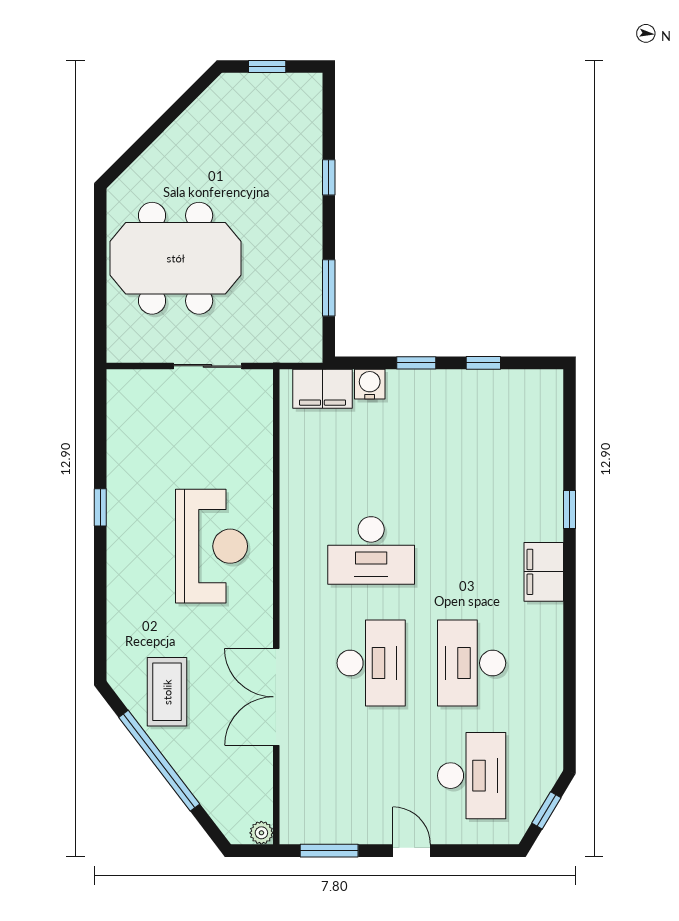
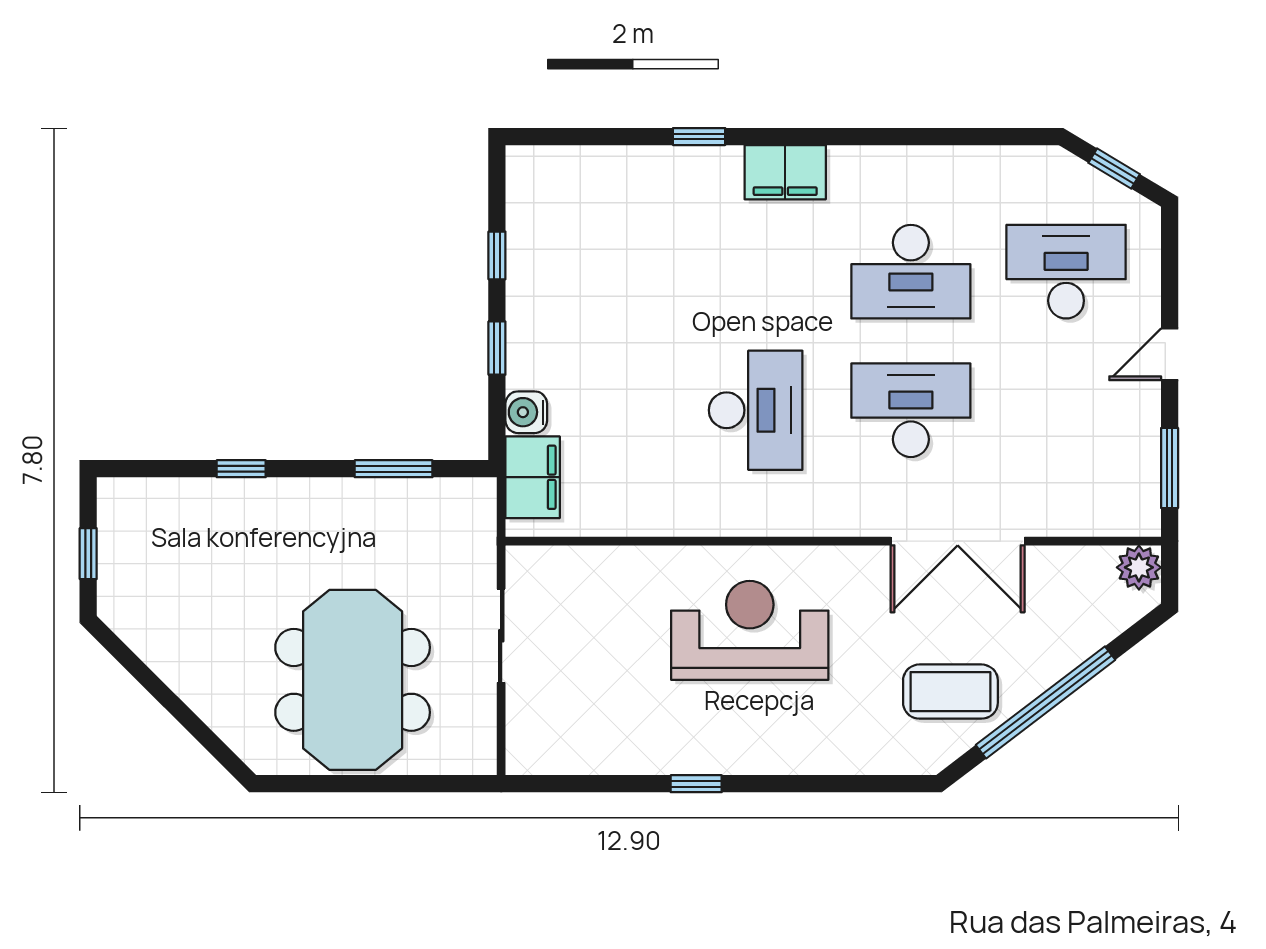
plant: (261, 833) -> (1139, 567), width x1.38, depth x1.38

